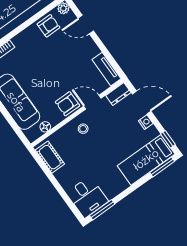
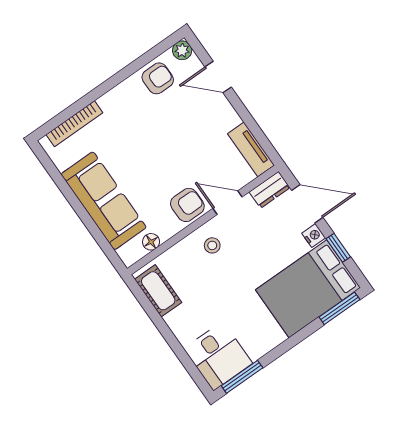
armchair: (67, 104) -> (187, 205), turned 180
window: (168, 139) -> (338, 248), moved
bed: (146, 160) -> (308, 289), width x1.50

